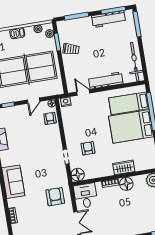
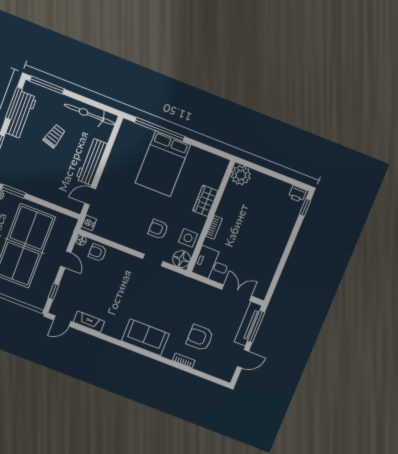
trolley: (71, 49) -> (54, 136), moved
bed: (129, 103) -> (134, 150), removed
side table: (94, 171) -> (188, 238), added
floor lamp: (126, 184) -> (226, 209), removed
armchair: (55, 197) -> (200, 338), moved

